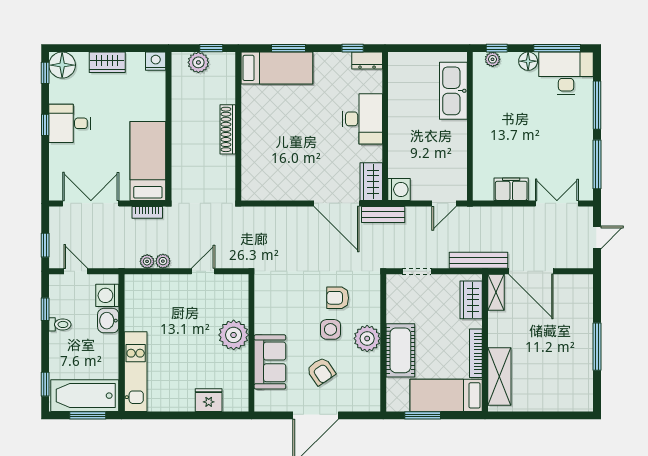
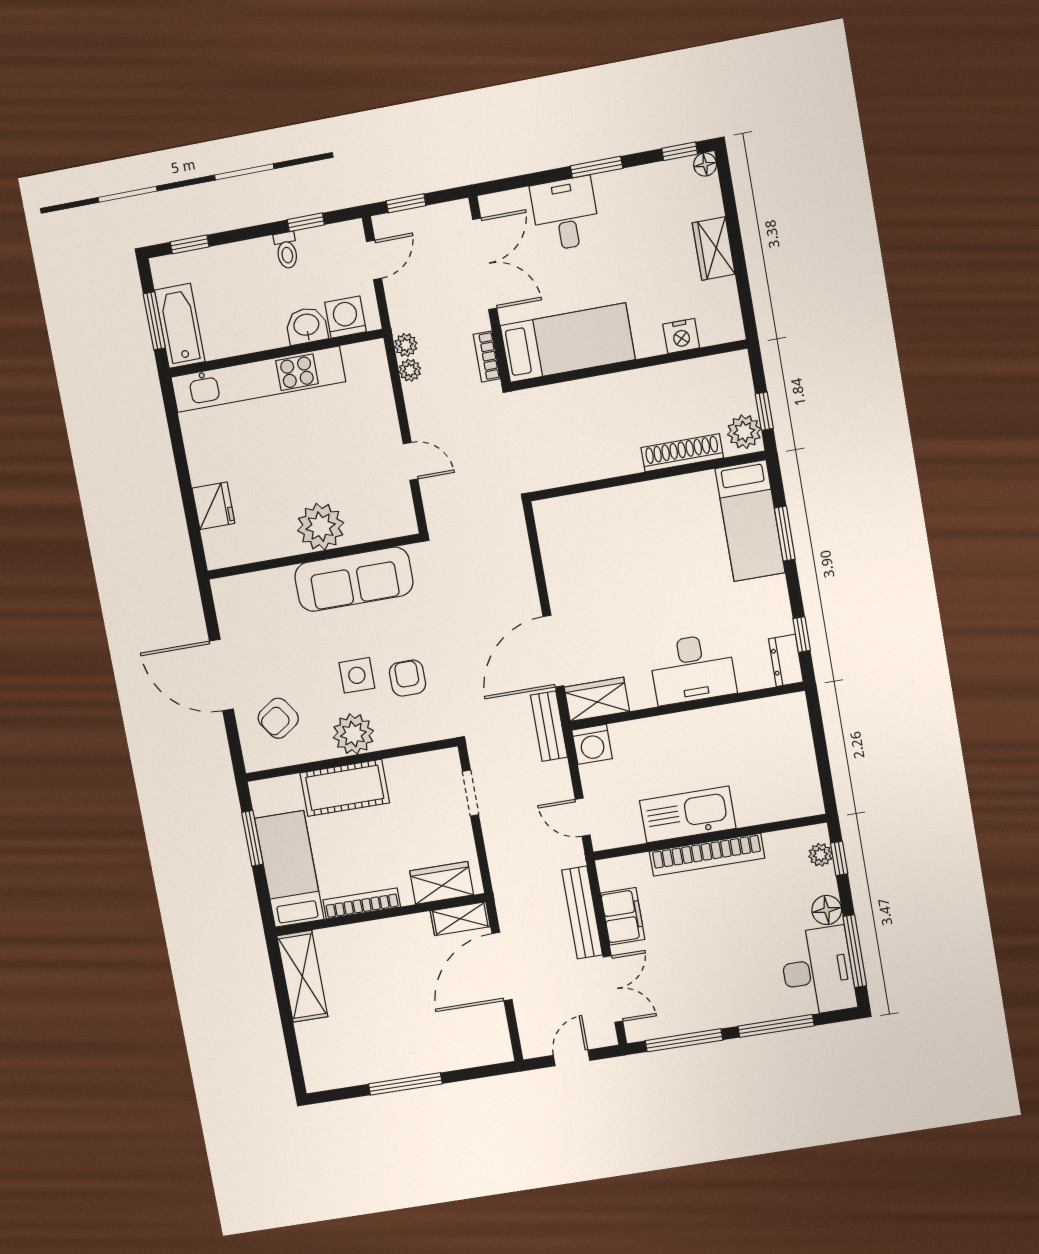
nightstand: (156, 61) -> (681, 336), moved, turned 90
plant: (198, 62) -> (744, 432), moved
floor lamp: (62, 65) -> (705, 165), width x0.53, depth x0.53
kitchen sink: (453, 91) -> (688, 814), moved
desk: (70, 123) -> (565, 214), moved
window: (45, 125) -> (597, 167), width x1.50
shoe rack: (228, 129) -> (682, 453), moved
bookcase: (481, 130) -> (707, 855), added
door: (597, 238) -> (571, 1058), swing flipped
bench: (478, 260) -> (582, 913), moved
plant: (163, 261) -> (406, 345), moved
sofa: (270, 362) -> (354, 579), moved, width x1.36
armchair: (321, 371) -> (278, 718), moved
kitchen unit: (136, 372) -> (258, 379), width x1.36
shelving: (499, 376) -> (302, 976), moved, turned 90
bathtub: (85, 396) -> (180, 326), width x0.73, depth x0.73

